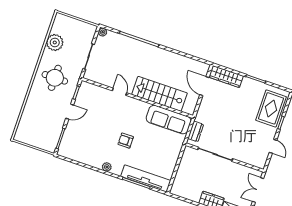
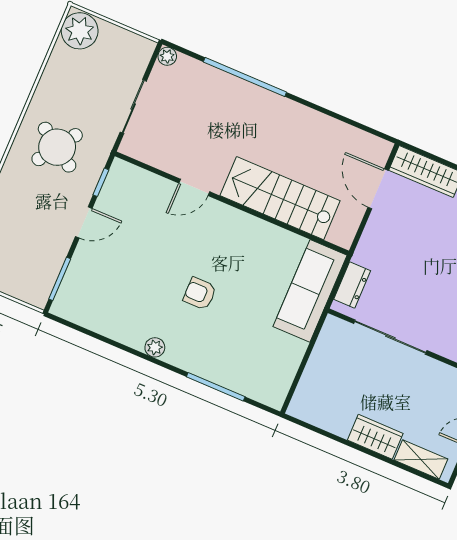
plant: (55, 42) -> (80, 31), moved
round table: (55, 78) -> (57, 147), turned 34
door: (120, 92) -> (194, 187), swing flipped
sofa: (169, 120) -> (310, 291), moved, turned 90
tv unit: (146, 178) -> (237, 378), removed

